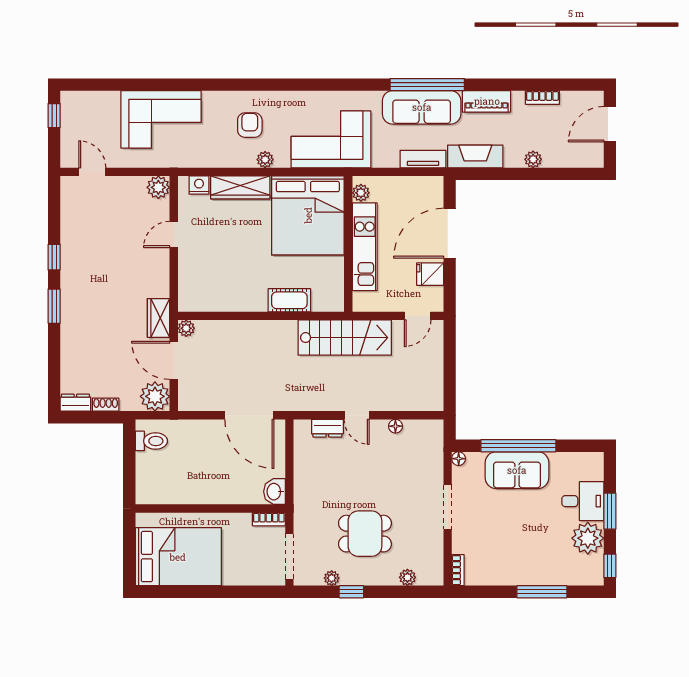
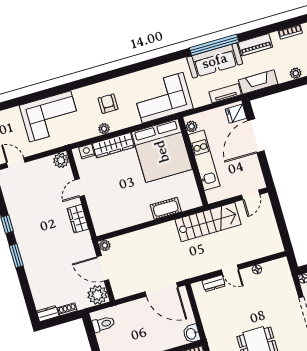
plant: (265, 160) -> (104, 129), moved
fridge: (430, 274) -> (236, 114), moved
wardrobe: (159, 318) -> (78, 219), moved

